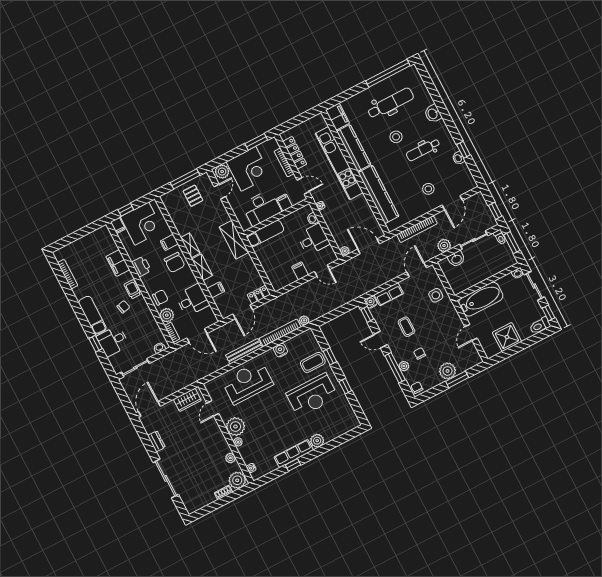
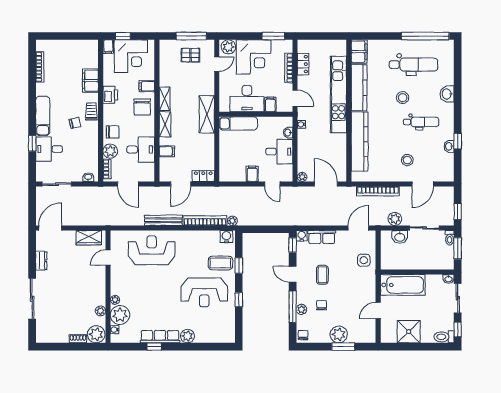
dental chair: (423, 150) -> (421, 122), turned 180
locker: (295, 153) -> (303, 64), width x0.66
pallet: (193, 196) -> (190, 55), turned 90
water cooler: (280, 350) -> (226, 237), moved
plant: (235, 427) -> (120, 315), moved

